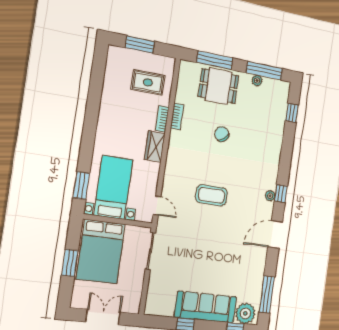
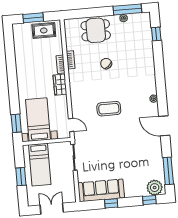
window: (215, 60) -> (89, 13), removed
rug: (148, 82) -> (44, 30), moved
window: (281, 194) -> (162, 95), removed
door: (275, 234) -> (164, 126), hinge flipped
bed: (101, 252) -> (40, 165), width x0.67
sofa: (206, 307) -> (101, 190), moved

